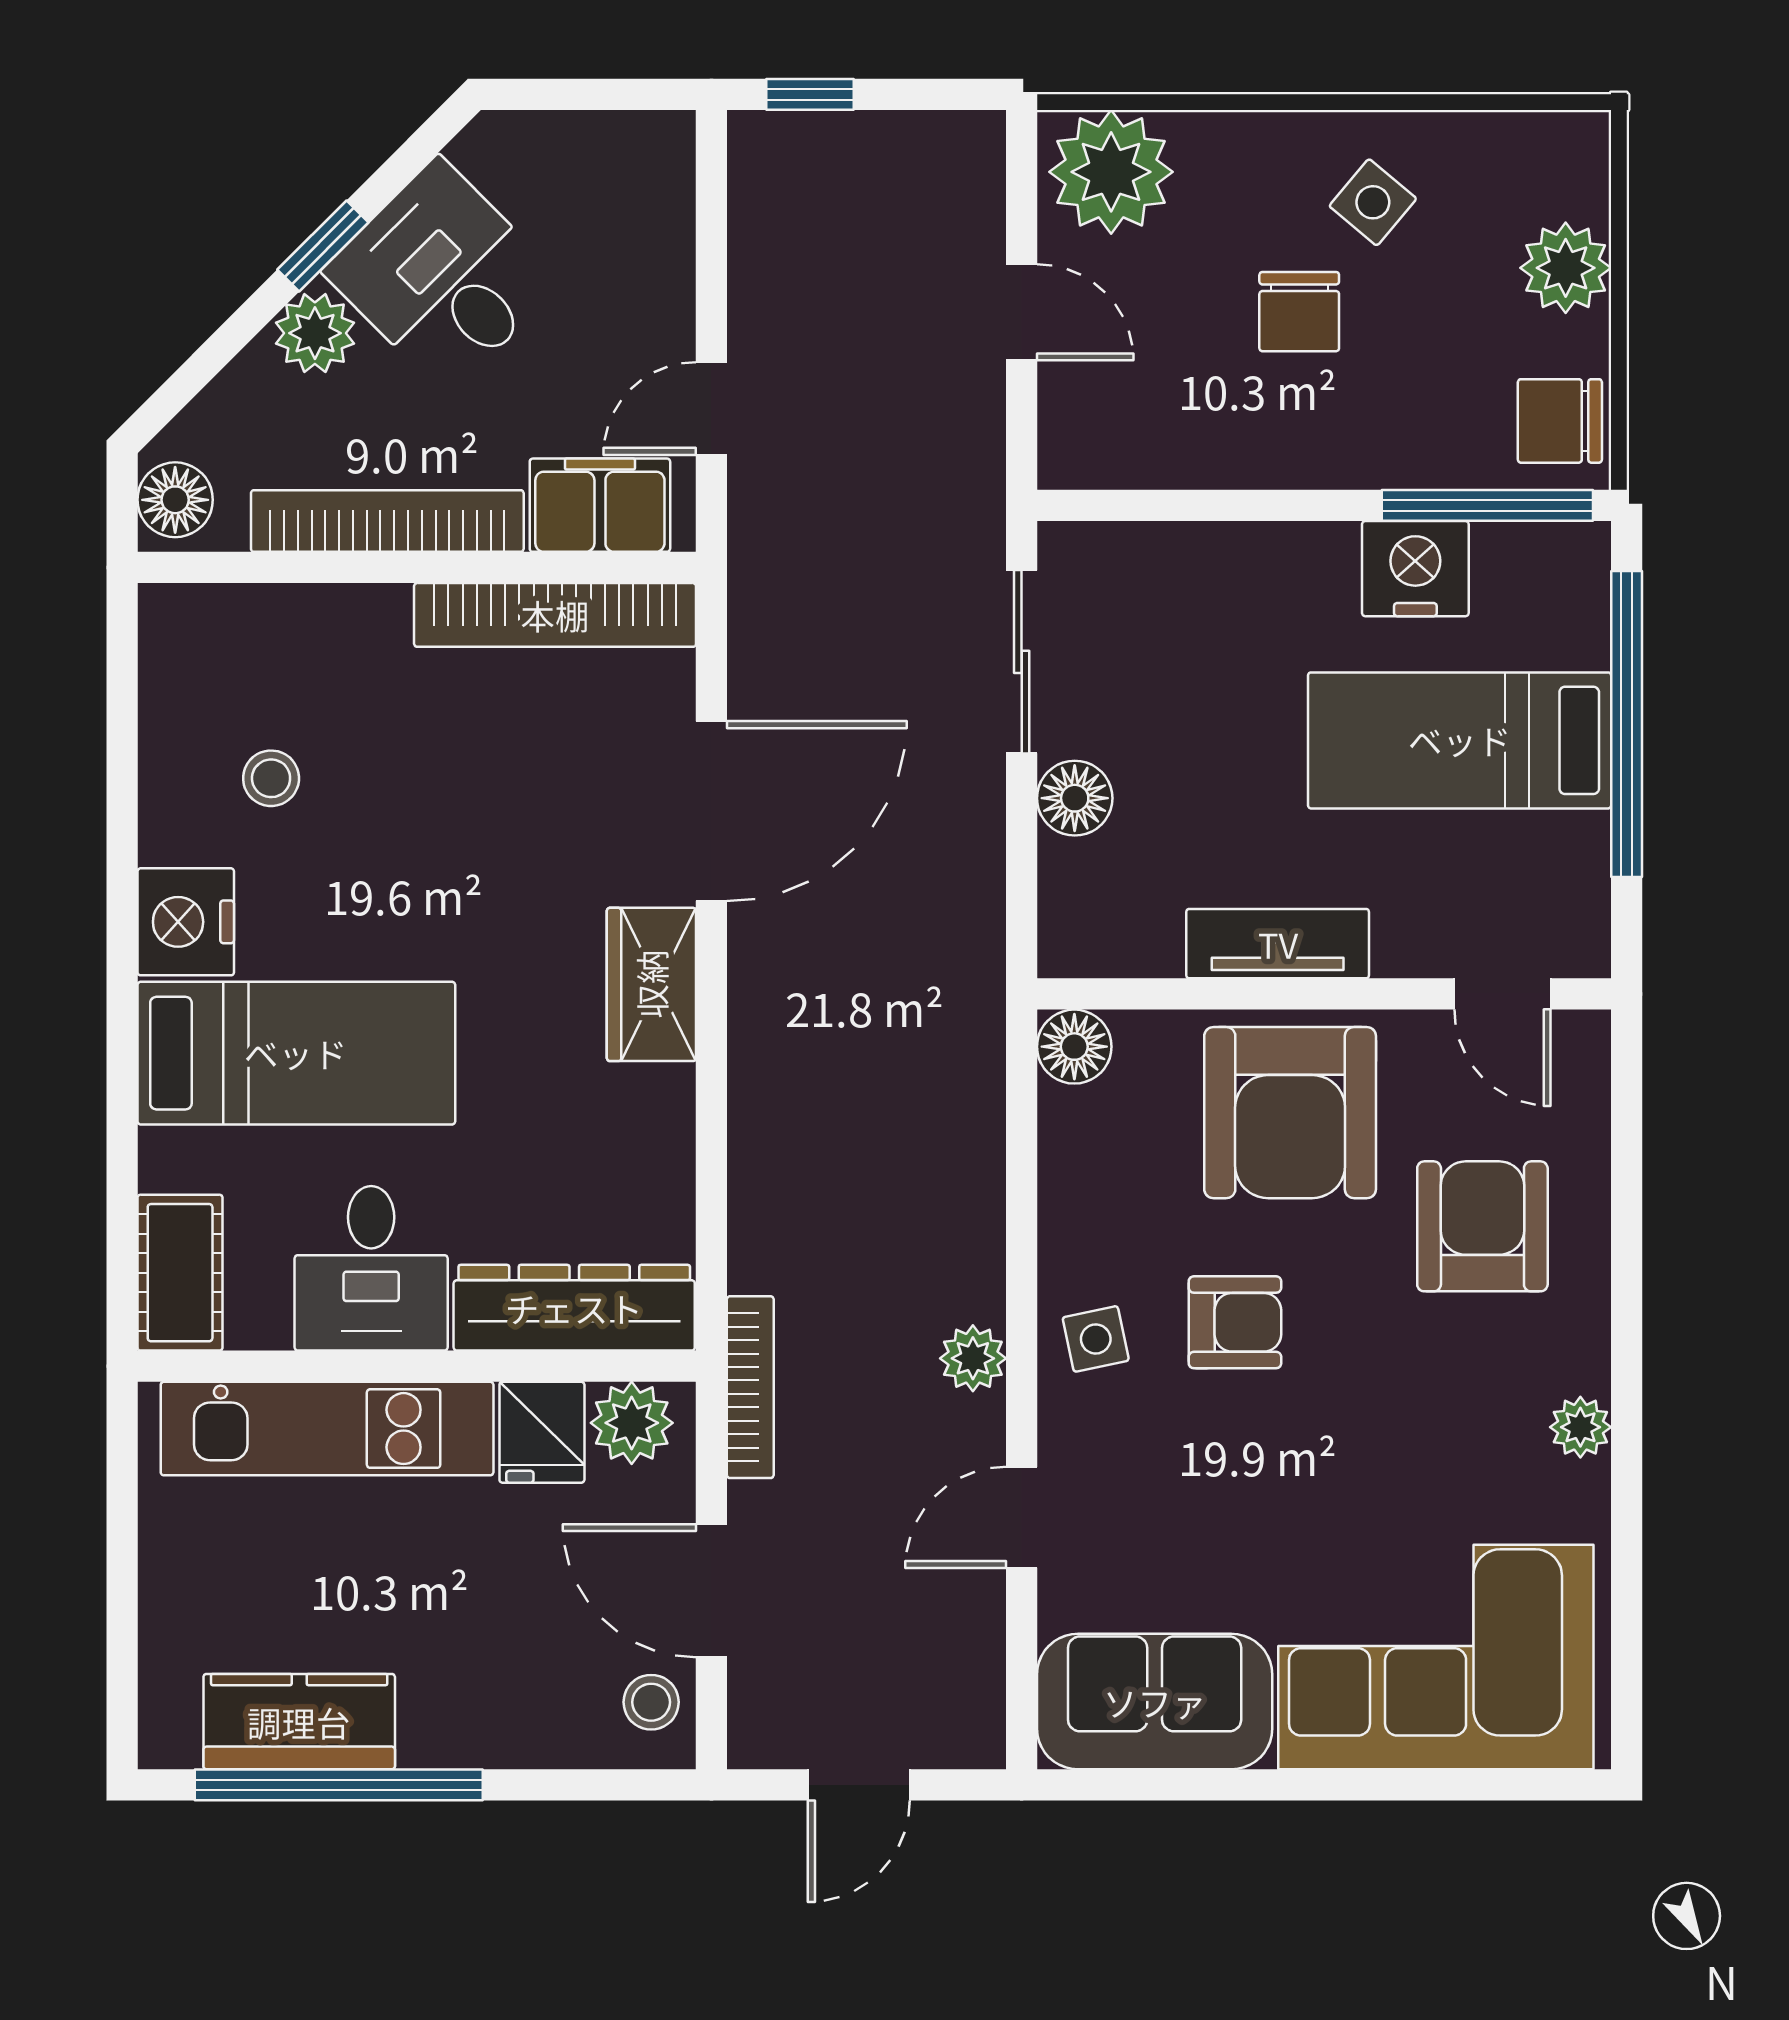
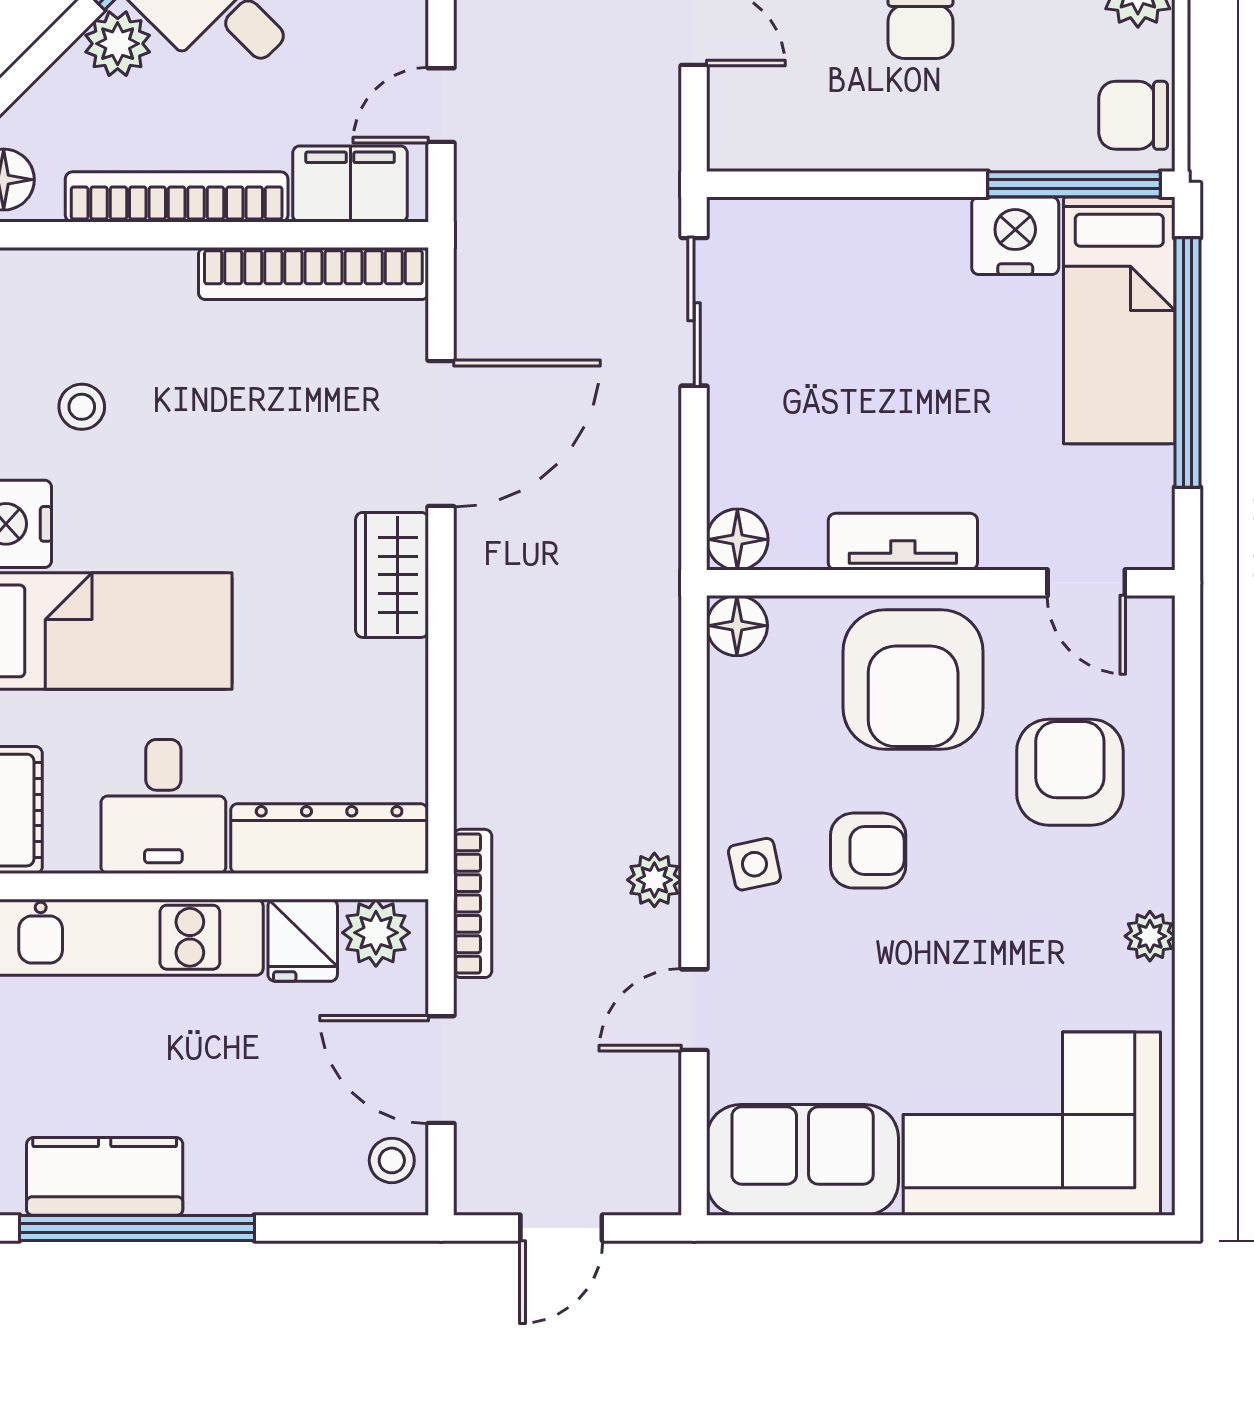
bed: (1460, 740) -> (1119, 320), moved, turned -90
floor lamp: (1075, 798) -> (737, 539), moved

